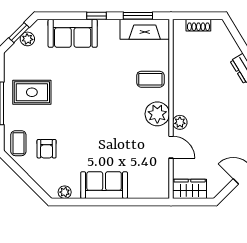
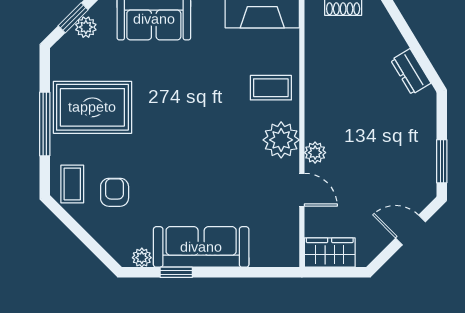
rug: (32, 92) -> (92, 107), width x1.36, depth x1.43
armchair: (47, 149) -> (115, 192), turned 180
sofa: (104, 185) -> (201, 247), width x1.36
window: (88, 202) -> (176, 272), added

